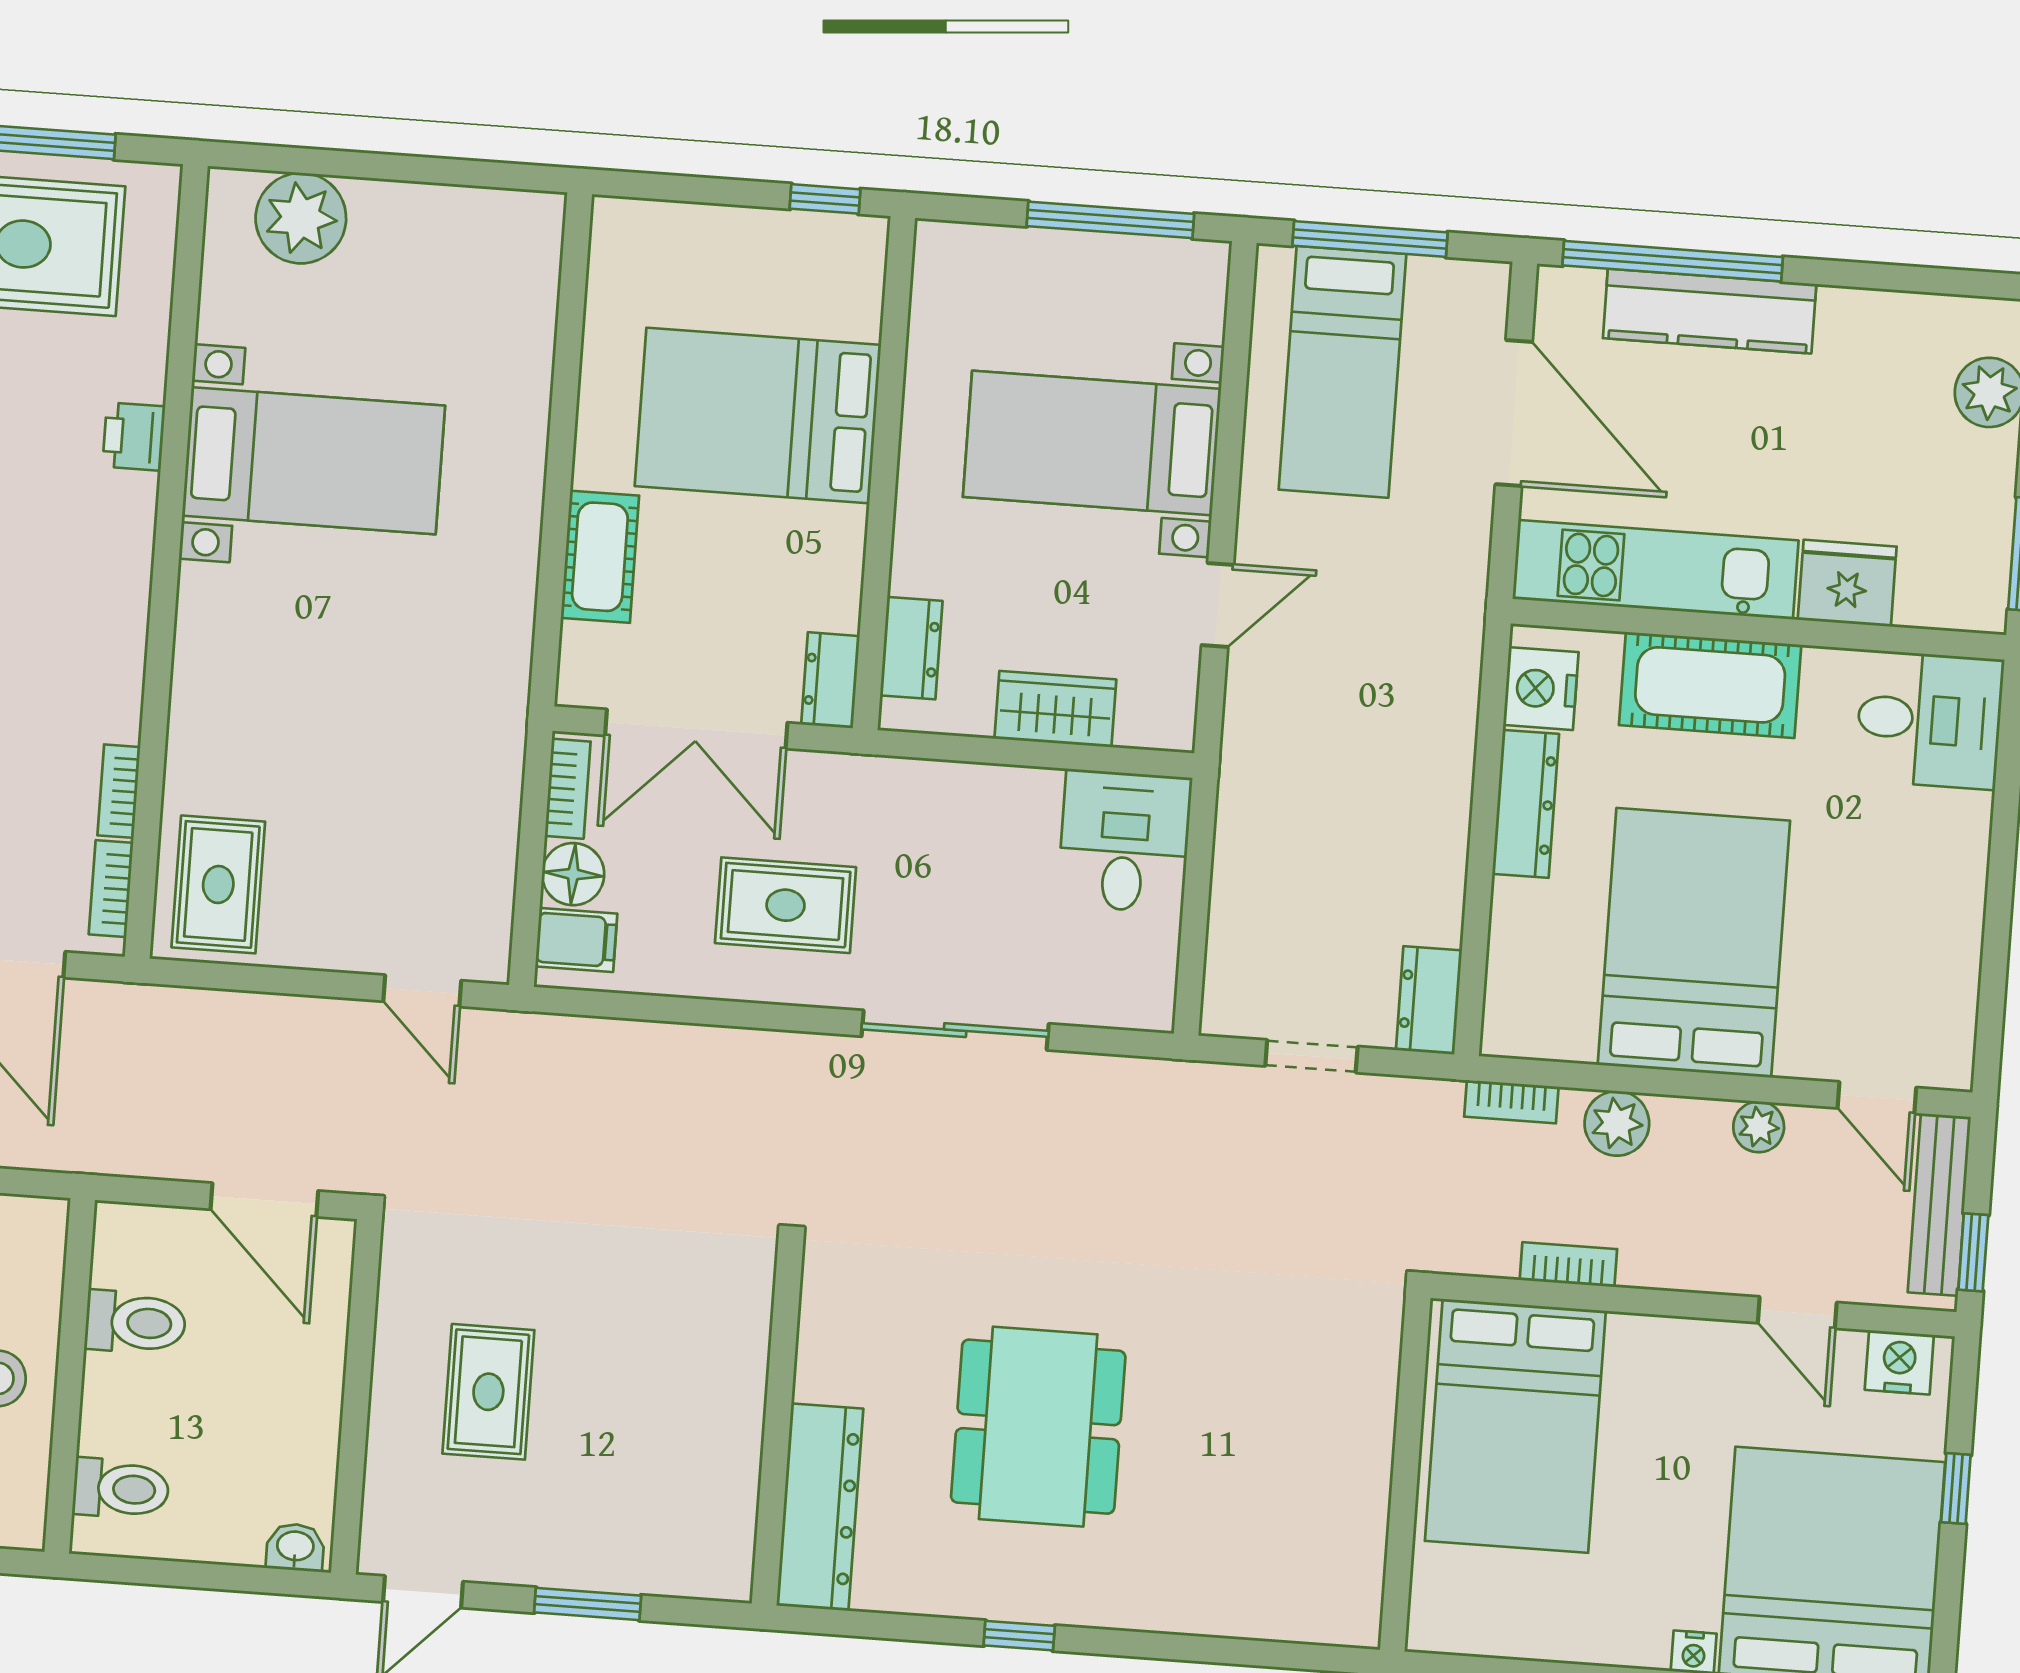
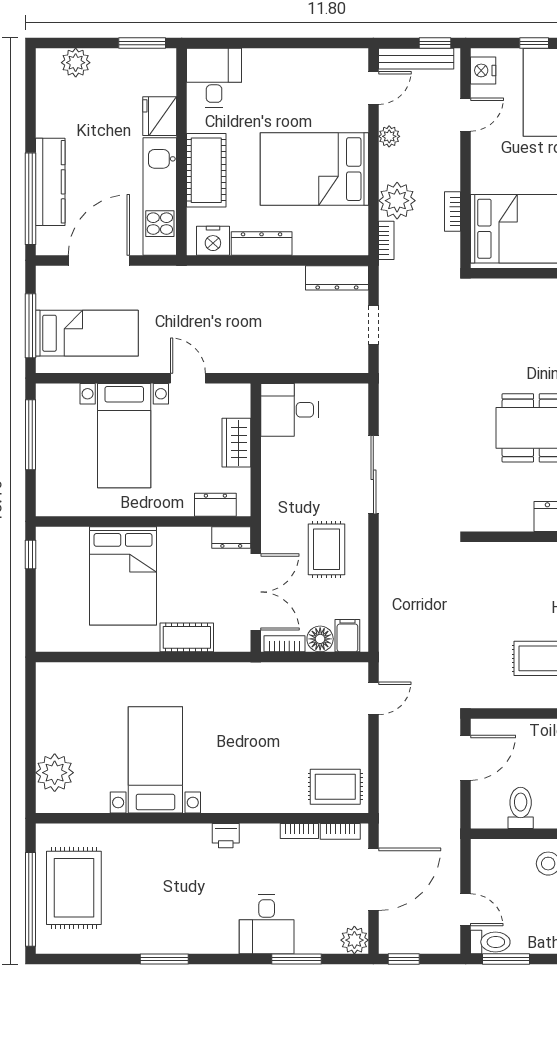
printer: (134, 436) -> (226, 836), moved
dresser: (1429, 1000) -> (337, 278), width x1.44
plant: (1617, 1123) -> (397, 201), width x1.36, depth x1.36

